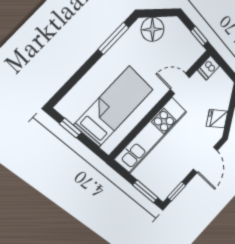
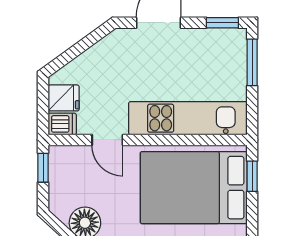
bed: (114, 107) -> (194, 188), width x1.50
fridge: (217, 119) -> (64, 98), moved, turned -54
window: (70, 128) -> (252, 176), moved

